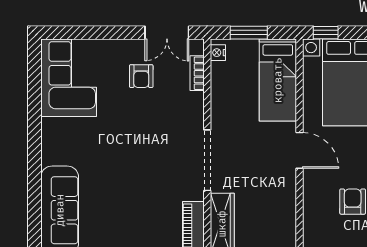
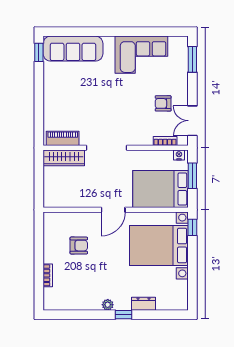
window: (76, 33) -> (192, 59), added
corner sofa: (69, 78) -> (141, 55), moved
bed: (278, 80) -> (161, 189), width x1.50

